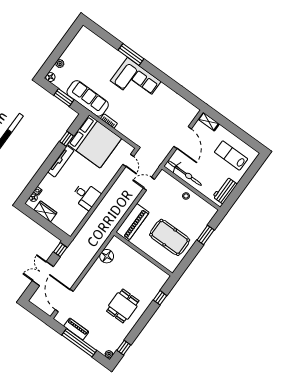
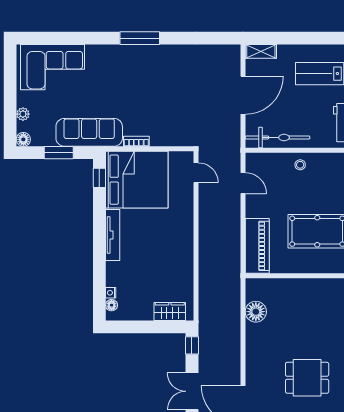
window: (131, 54) -> (140, 38), moved
corner sofa: (136, 81) -> (53, 67), moved
door: (183, 138) -> (243, 95), hinge flipped
window: (67, 139) -> (99, 178), moved
door: (149, 184) -> (243, 183), swing flipped
desk: (86, 196) -> (176, 255), removed
wardrobe: (45, 211) -> (170, 311), moved
dining table: (123, 306) -> (307, 378), moved, turned 90

